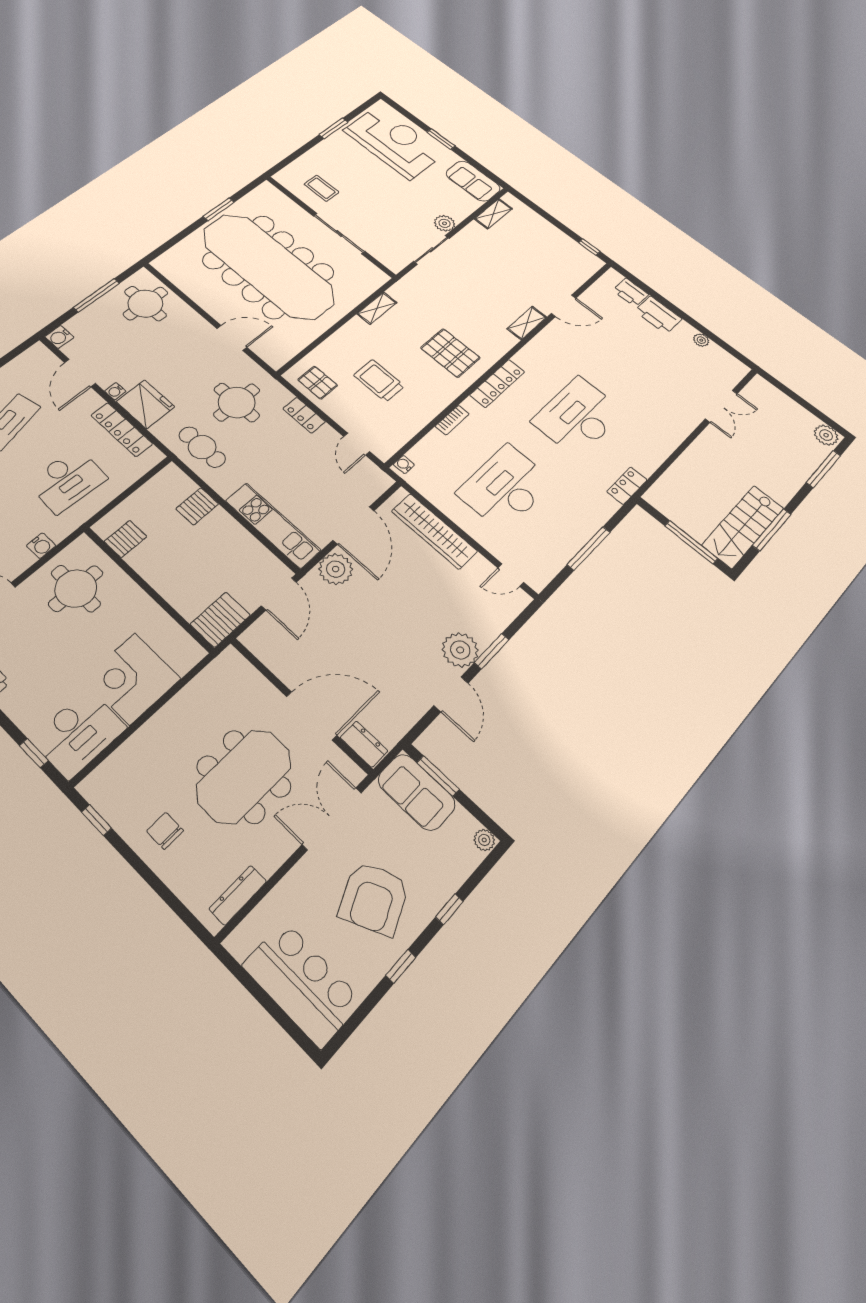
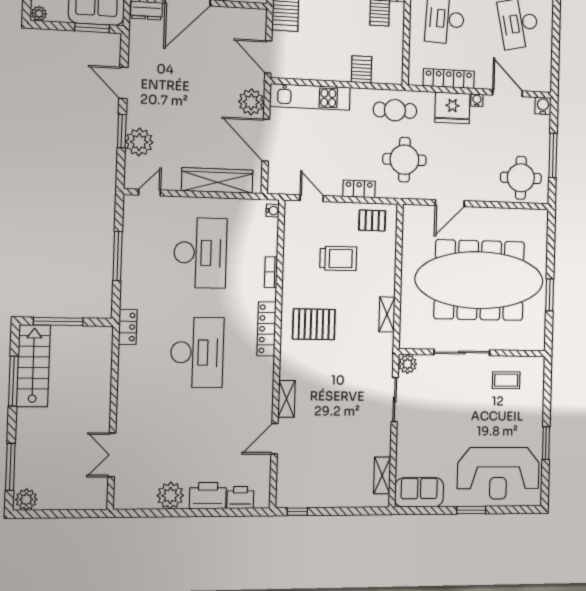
plant: (445, 223) -> (408, 364), moved
plant: (701, 340) -> (170, 496), width x1.87, depth x1.87
plant: (460, 650) -> (139, 142), moved

